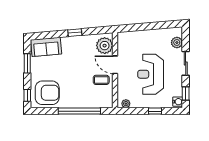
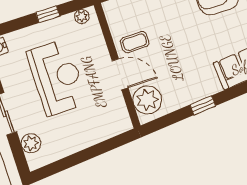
window: (155, 111) -> (48, 14), moved

